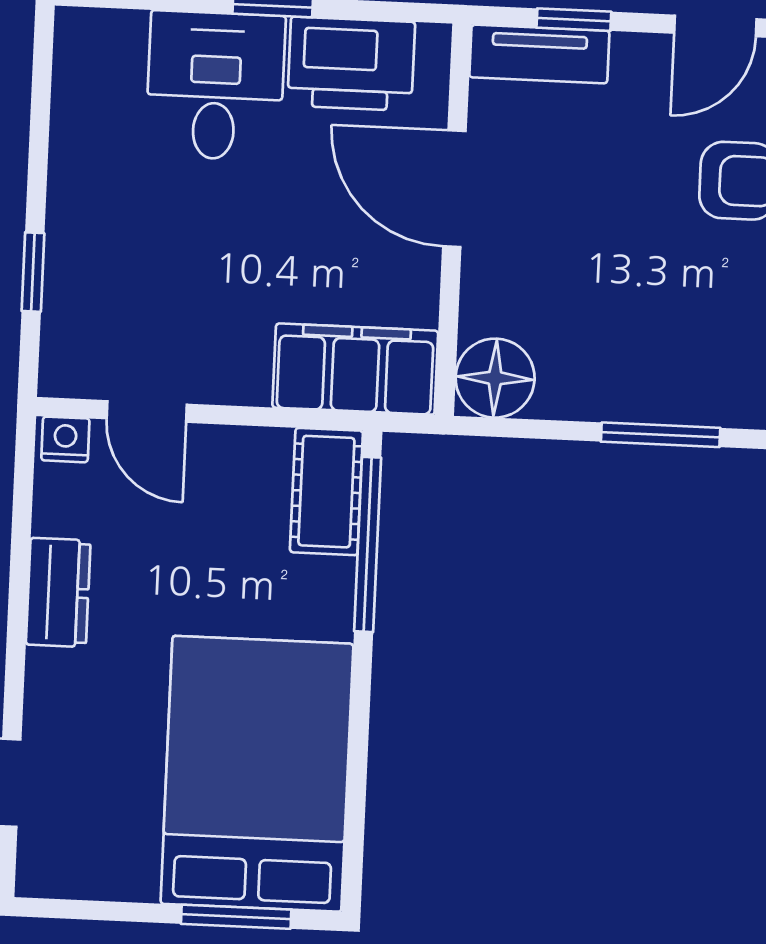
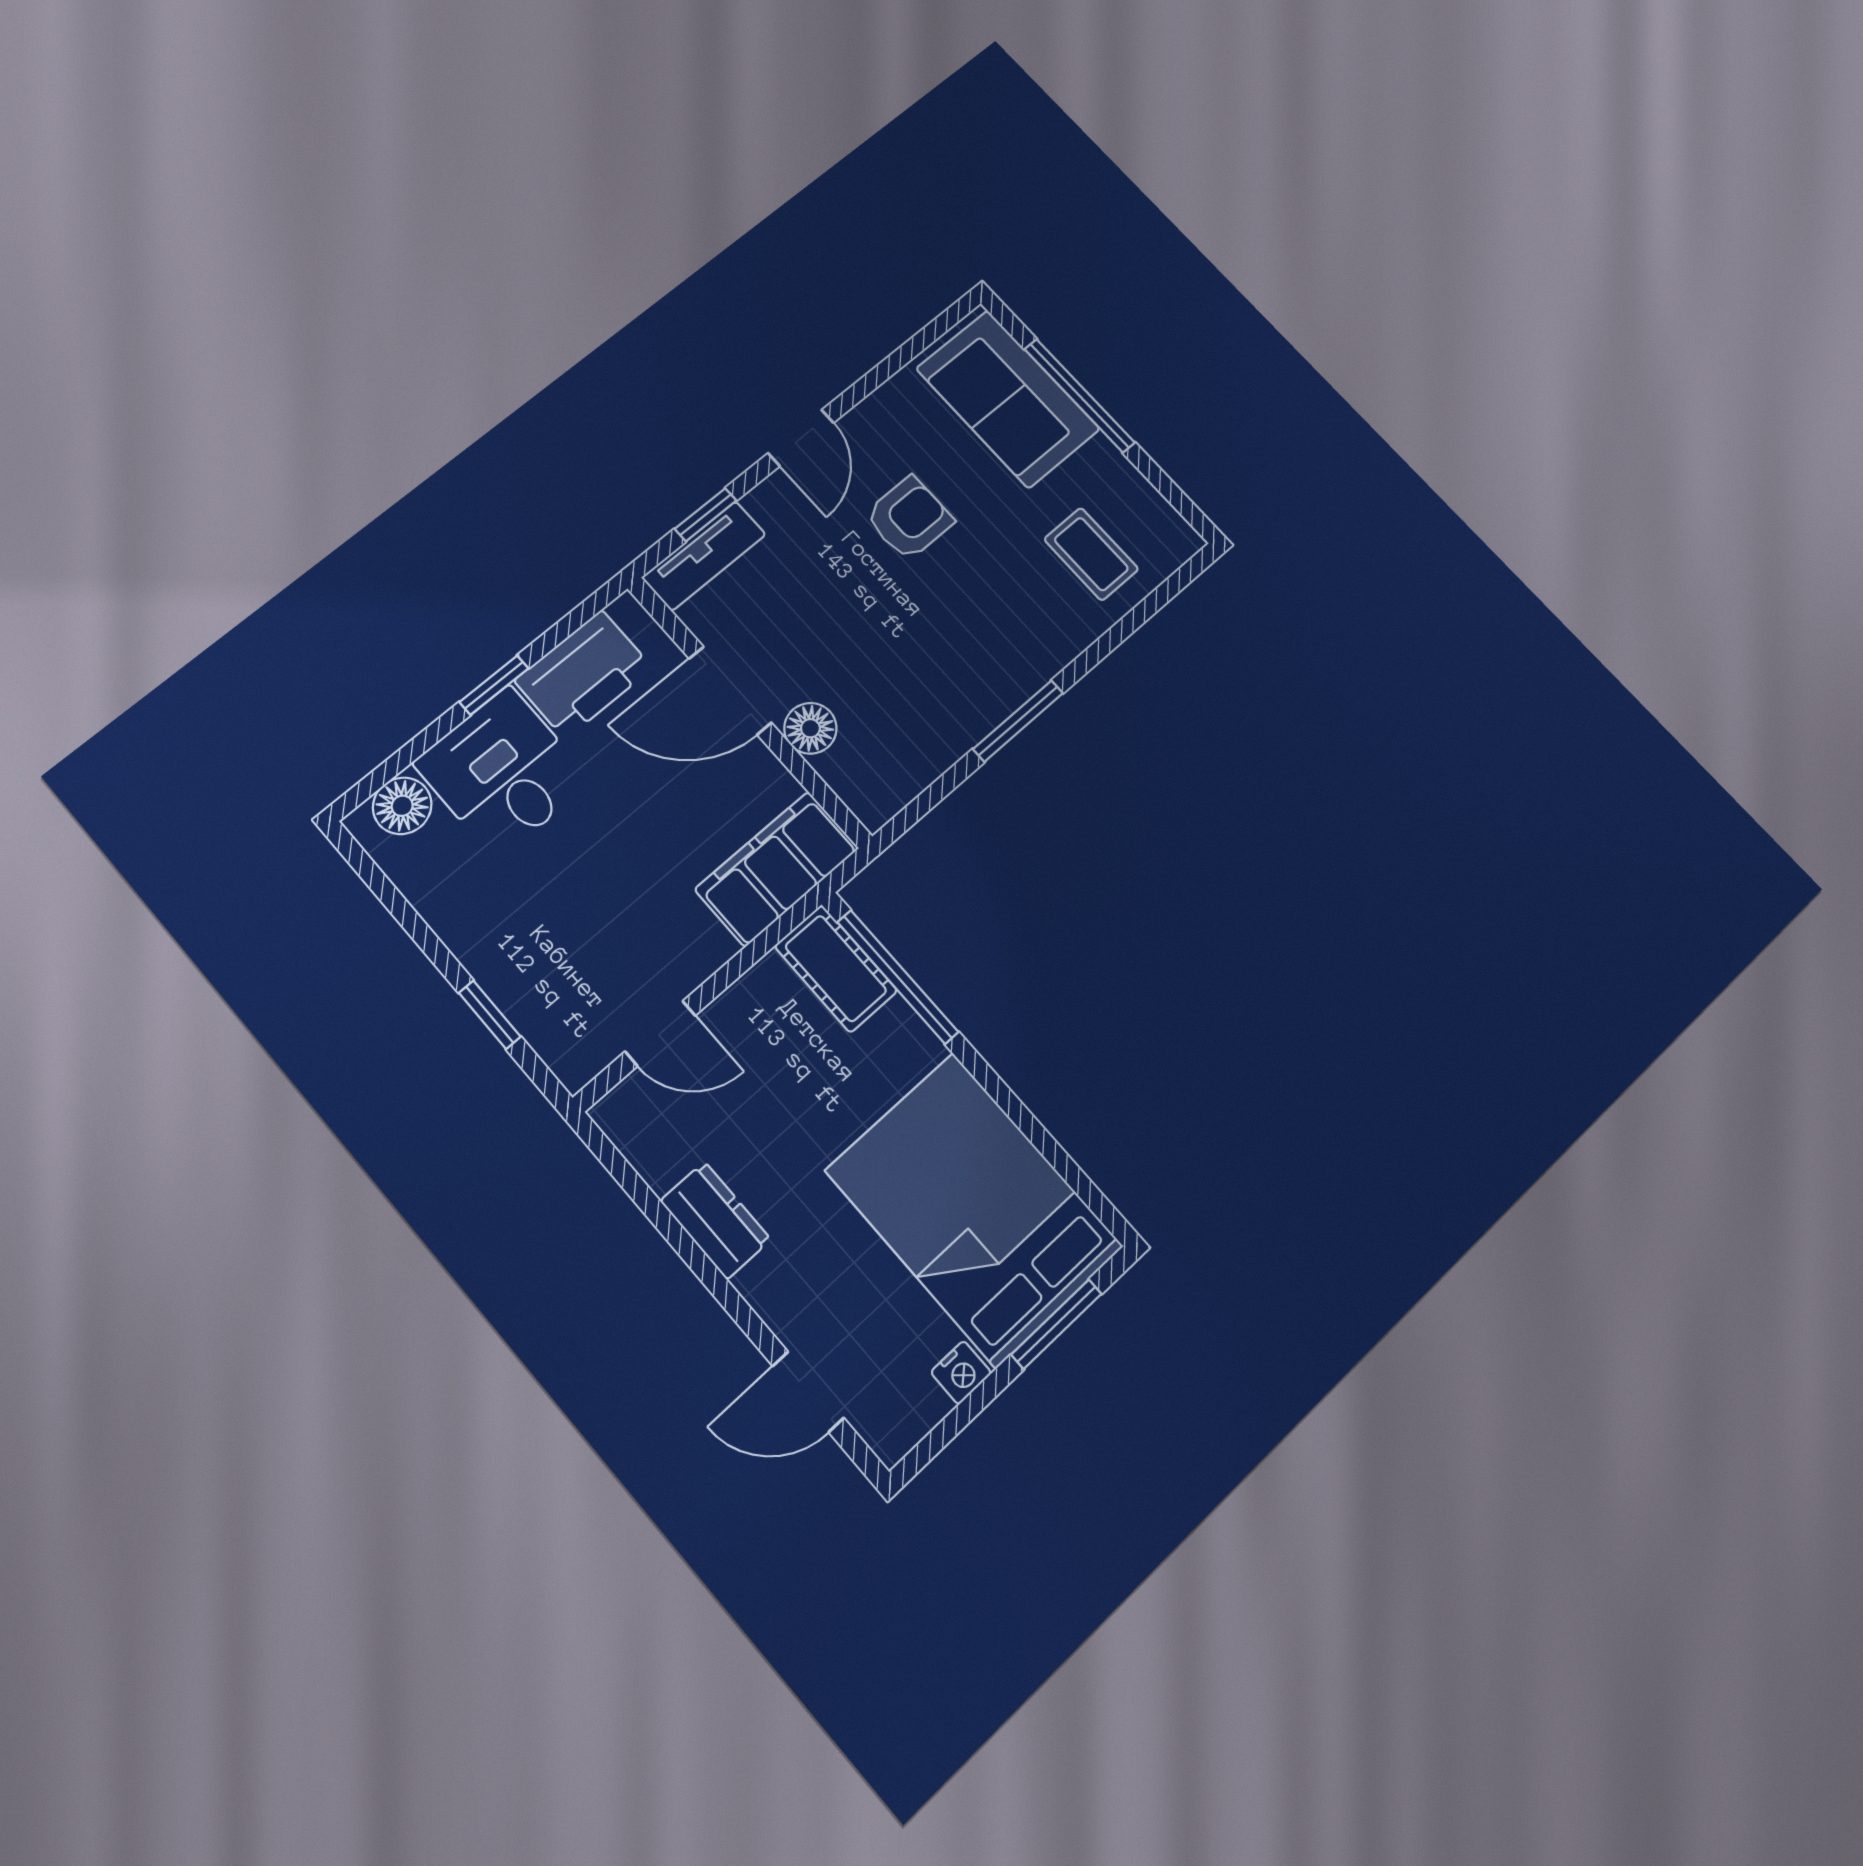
floor lamp: (114, 39) -> (402, 806), added
floor lamp: (495, 378) -> (810, 728), moved, width x0.73, depth x0.73
nightstand: (65, 439) -> (961, 1373), moved, turned 180

